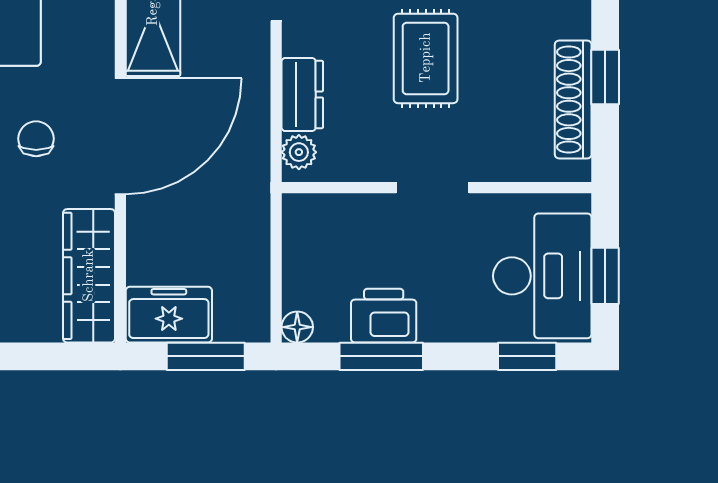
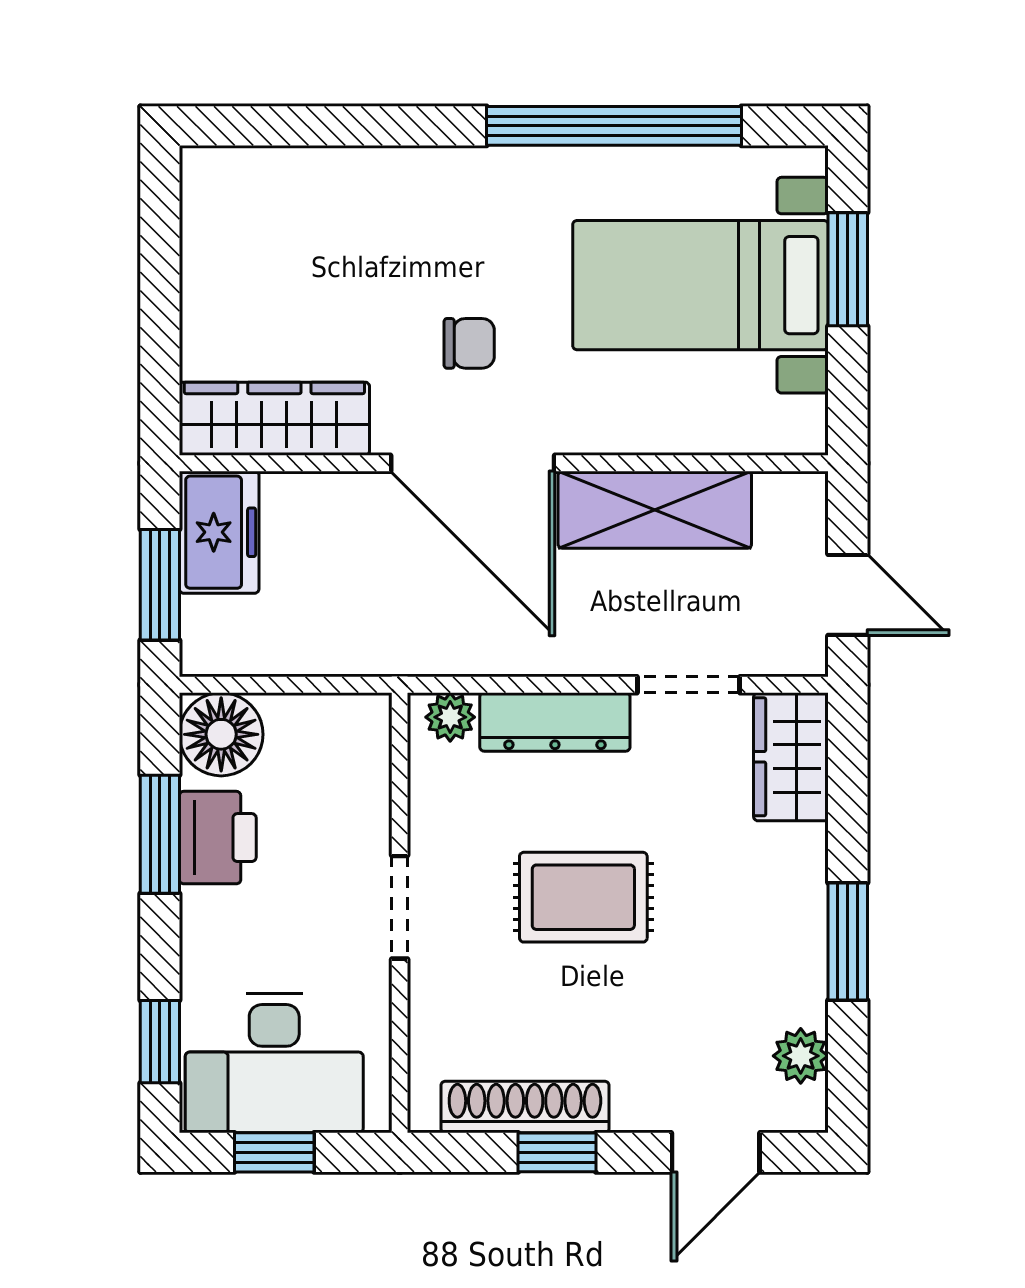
dresser: (302, 94) -> (555, 722), width x1.44
floor lamp: (297, 327) -> (221, 734), width x1.89, depth x1.89

